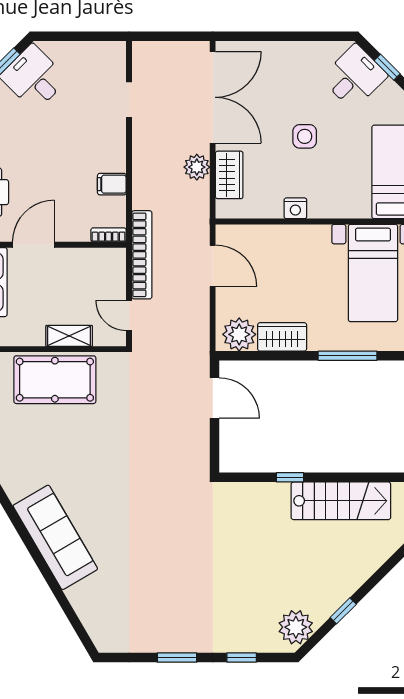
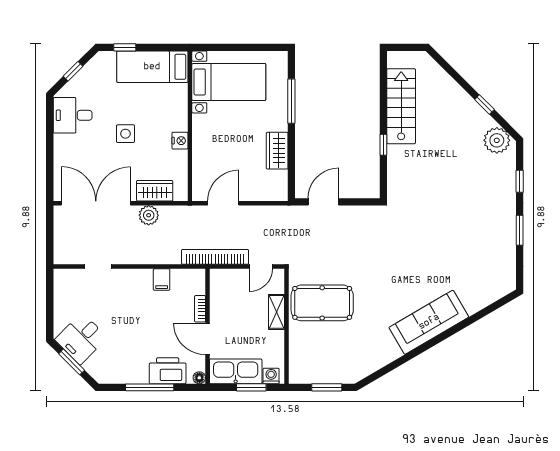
desk: (354, 77) -> (73, 115), moved, turned -45
bookcase: (109, 235) -> (200, 309), moved
plant: (239, 334) -> (275, 183), removed
pool table: (55, 380) -> (322, 303), moved, turned 90

